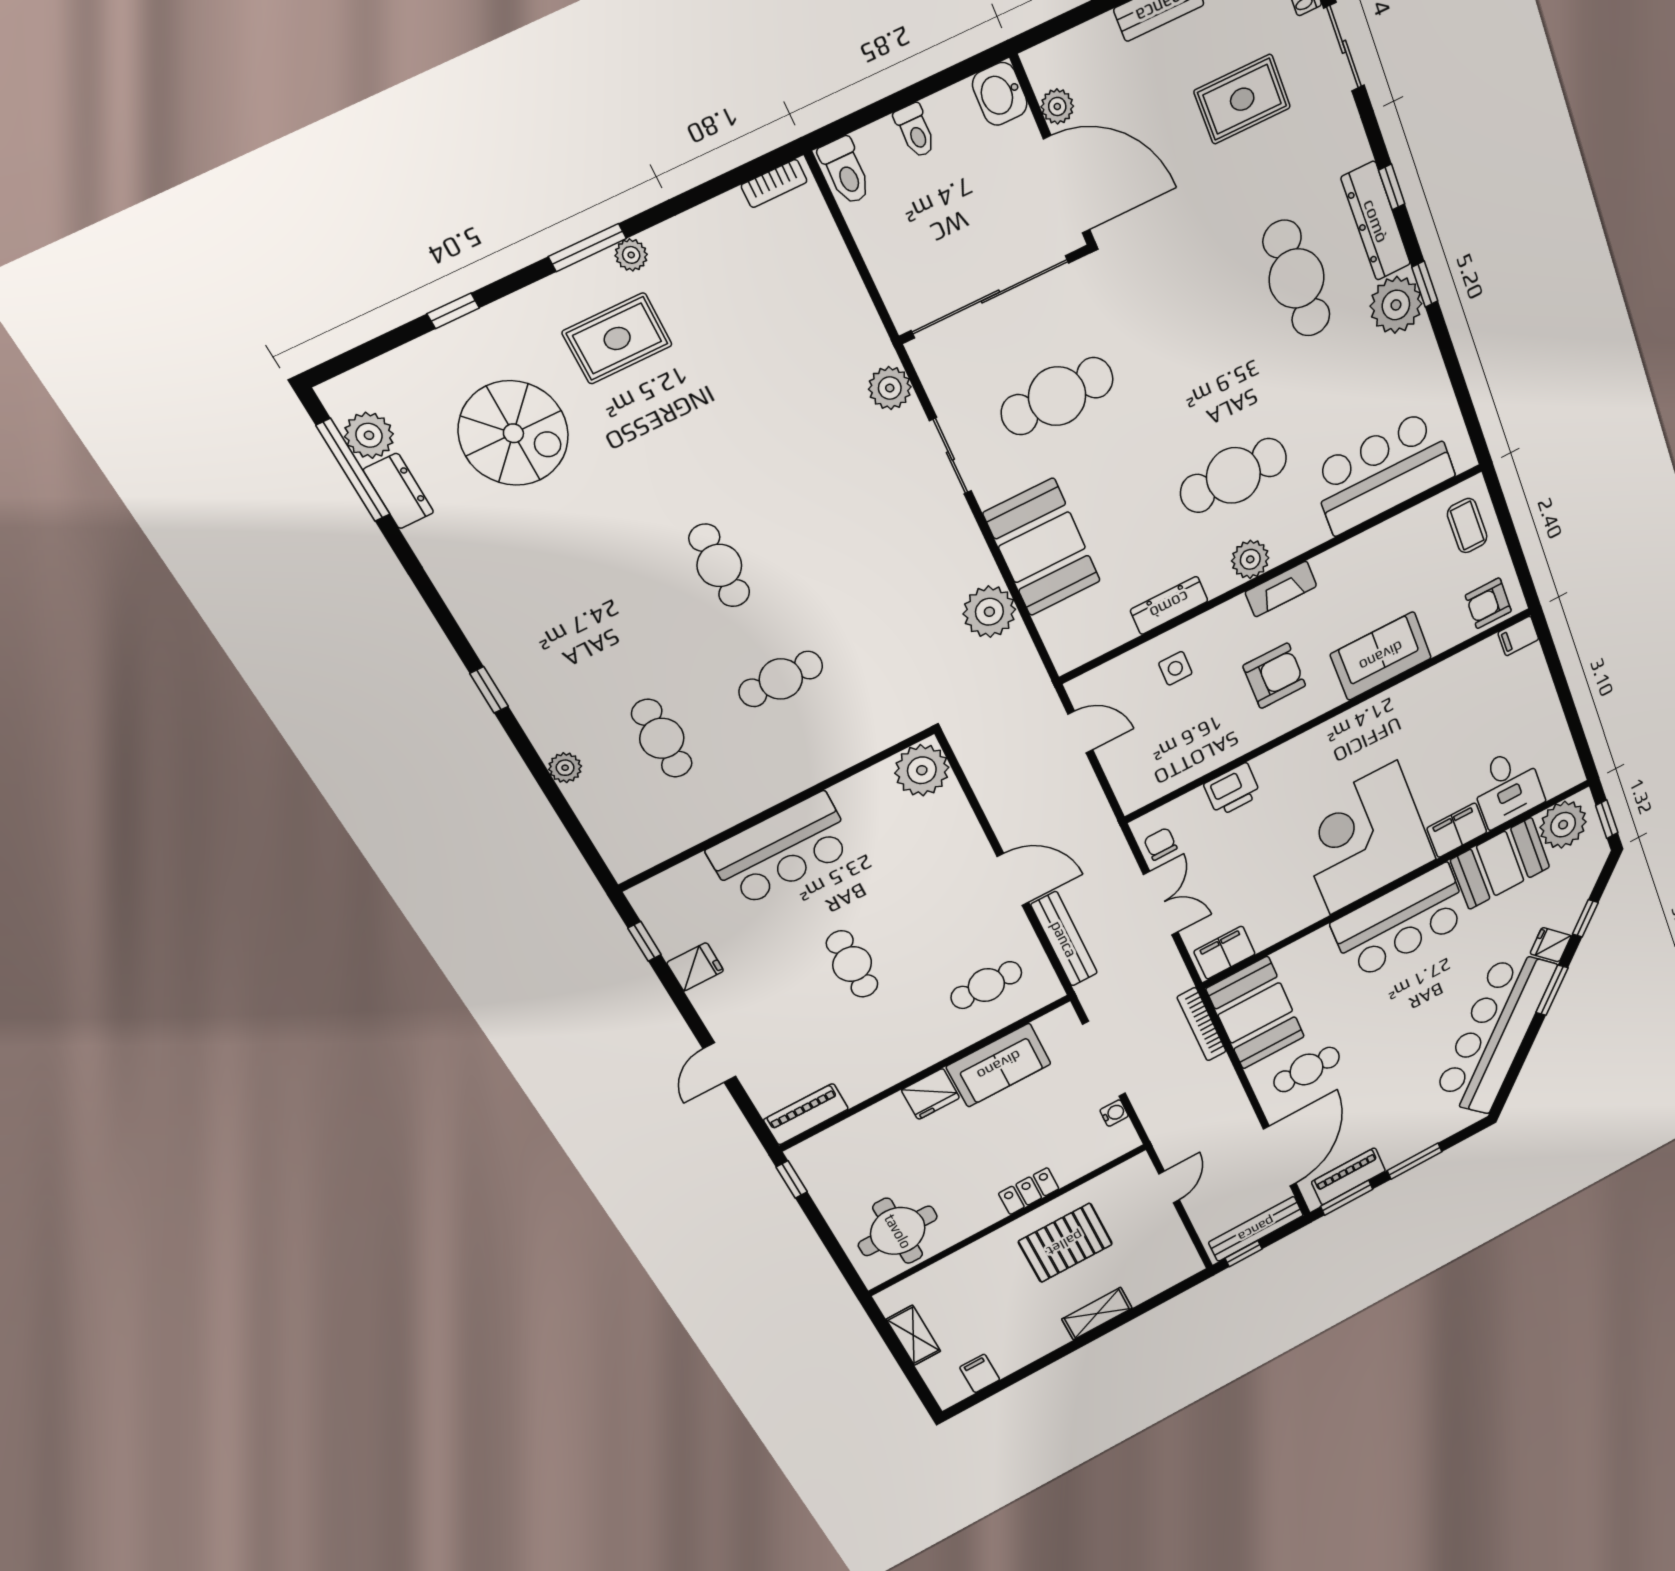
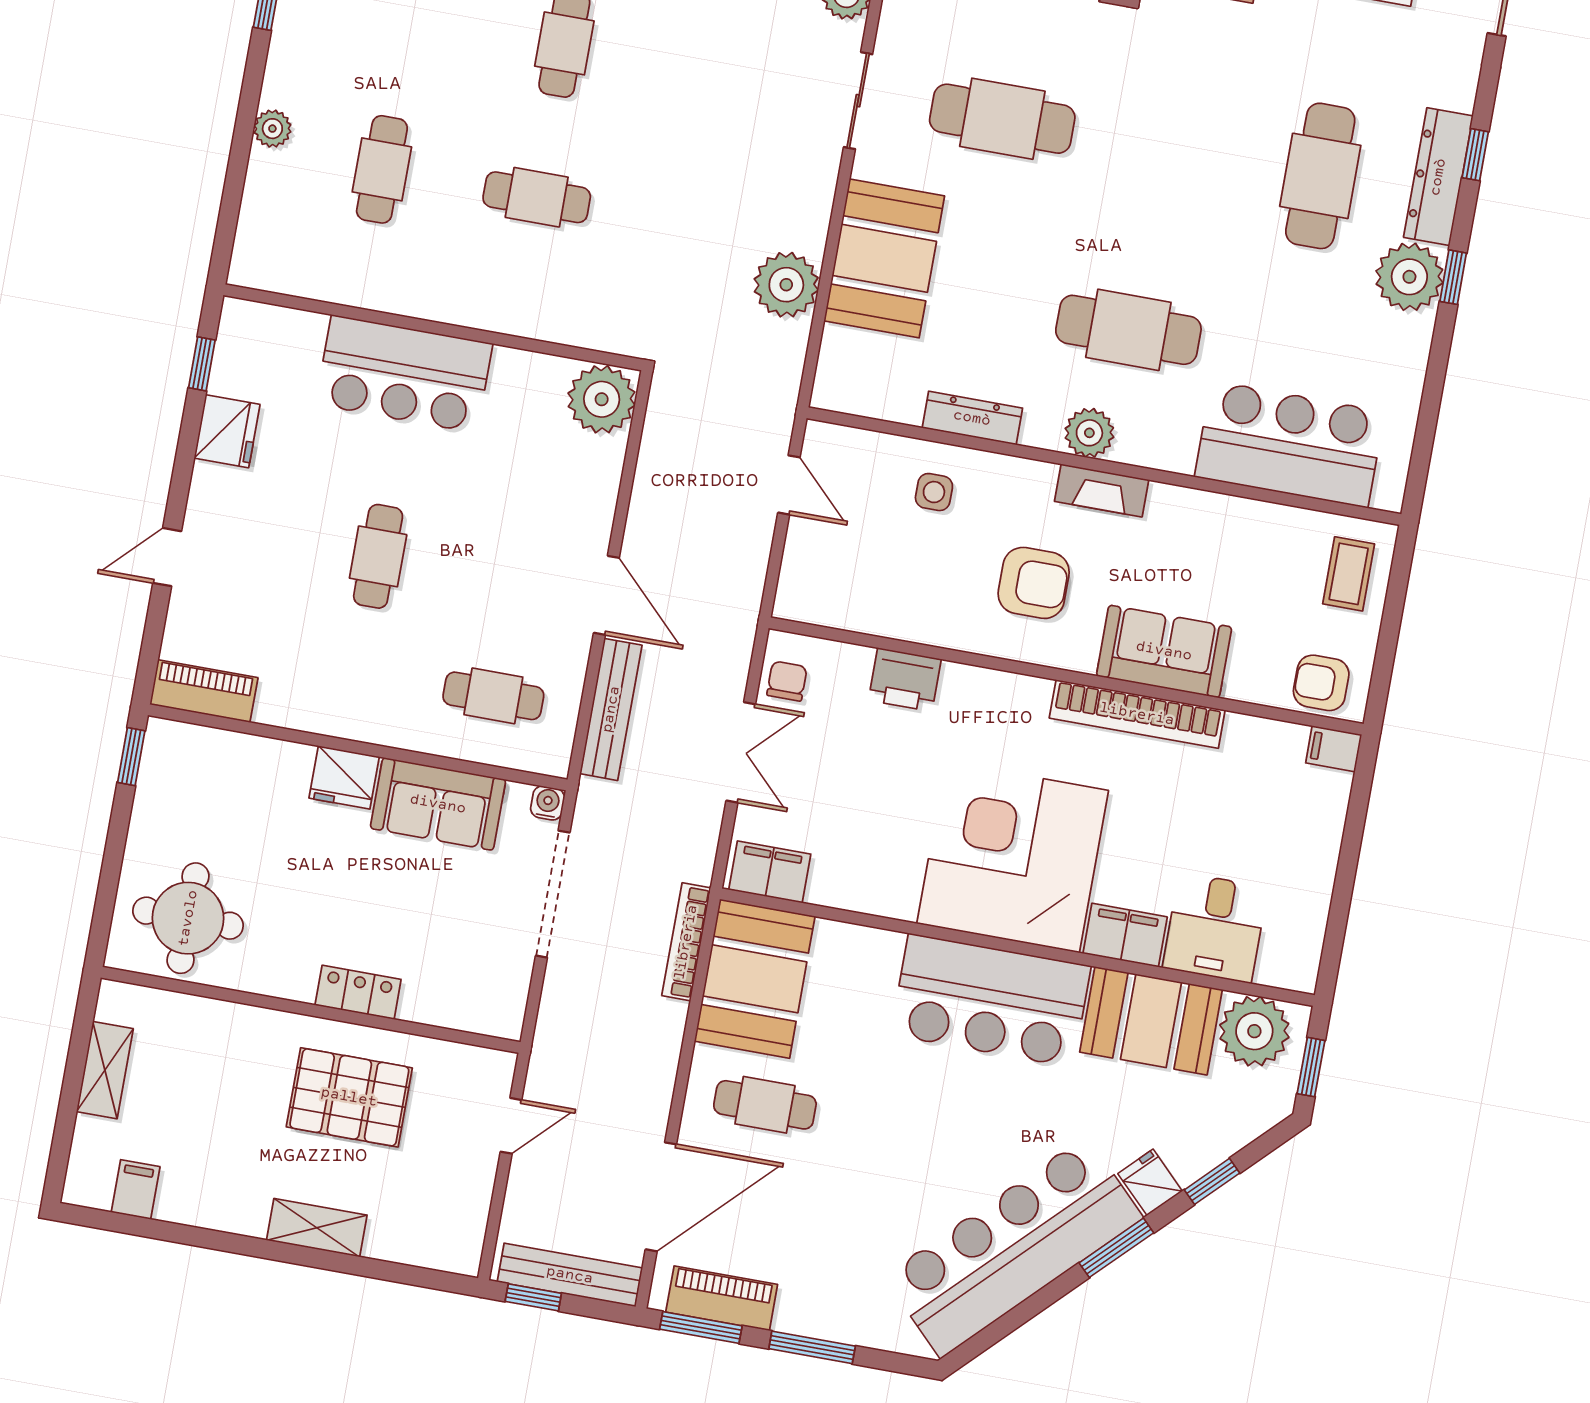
bookcase: (1387, 704) -> (1137, 714), added
fridge: (695, 967) -> (227, 431), width x1.38
water cooler: (1114, 1113) -> (548, 803), moved, turned -90

